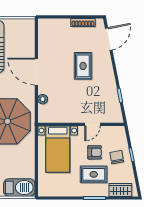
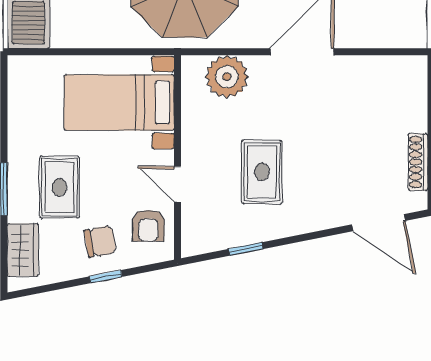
rug: (83, 66) -> (262, 172), moved, turned 90
plant: (43, 99) -> (227, 77), width x1.87, depth x1.87
armchair: (95, 152) -> (148, 226), moved

